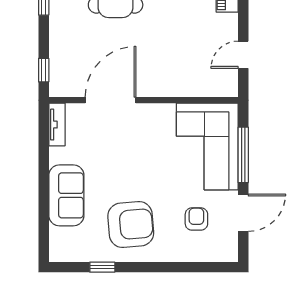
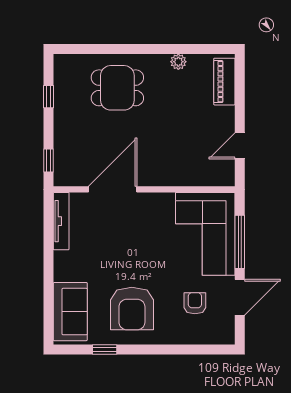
tv unit: (57, 125) -> (61, 221), width x1.41
sofa: (66, 195) -> (70, 312), moved
armchair: (131, 224) -> (132, 309), turned 95

